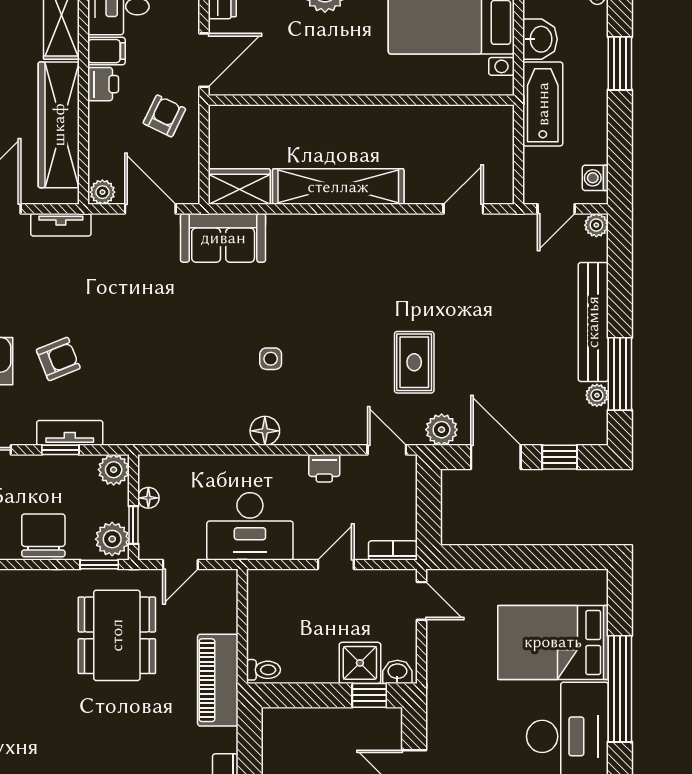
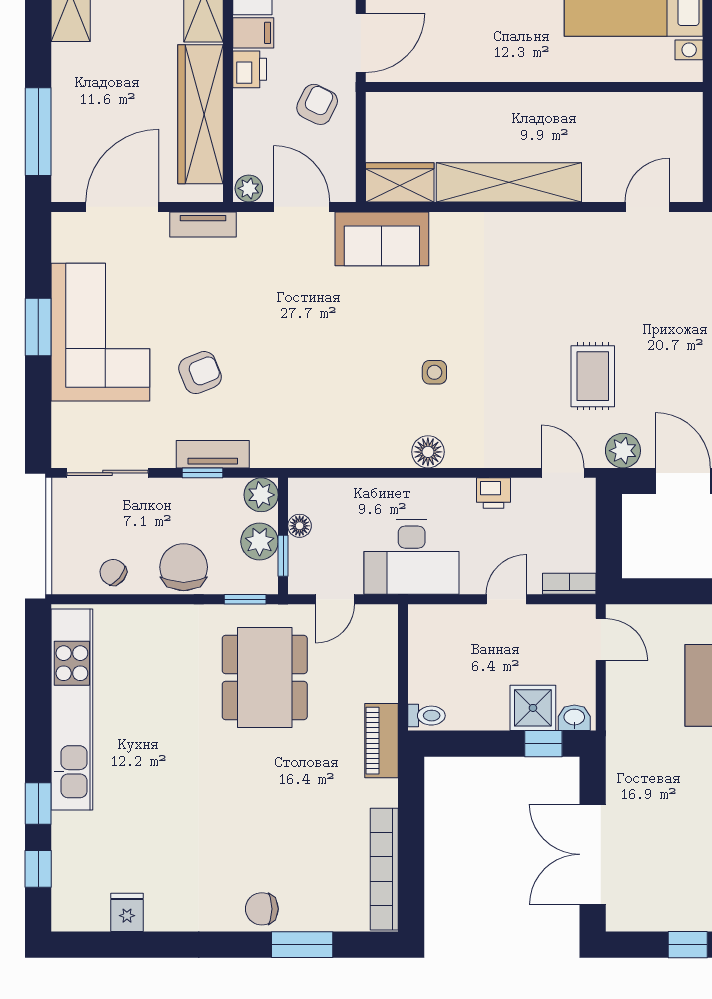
plant: (112, 539) -> (260, 542), moved
piano: (218, 680) -> (381, 741), width x0.73, depth x0.75

